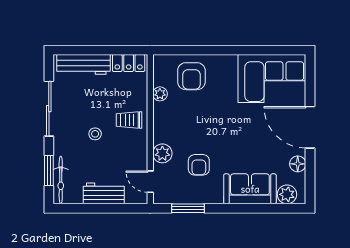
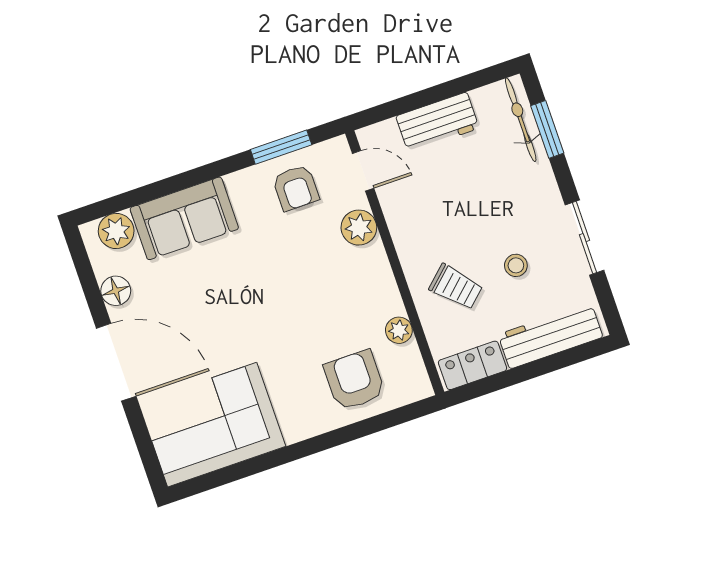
sliding door: (49, 109) -> (585, 238), width x0.73
trolley: (129, 120) -> (456, 287), moved, turned 47
stool: (95, 134) -> (516, 265), moved
armchair: (199, 165) -> (296, 188), moved, turned 180

